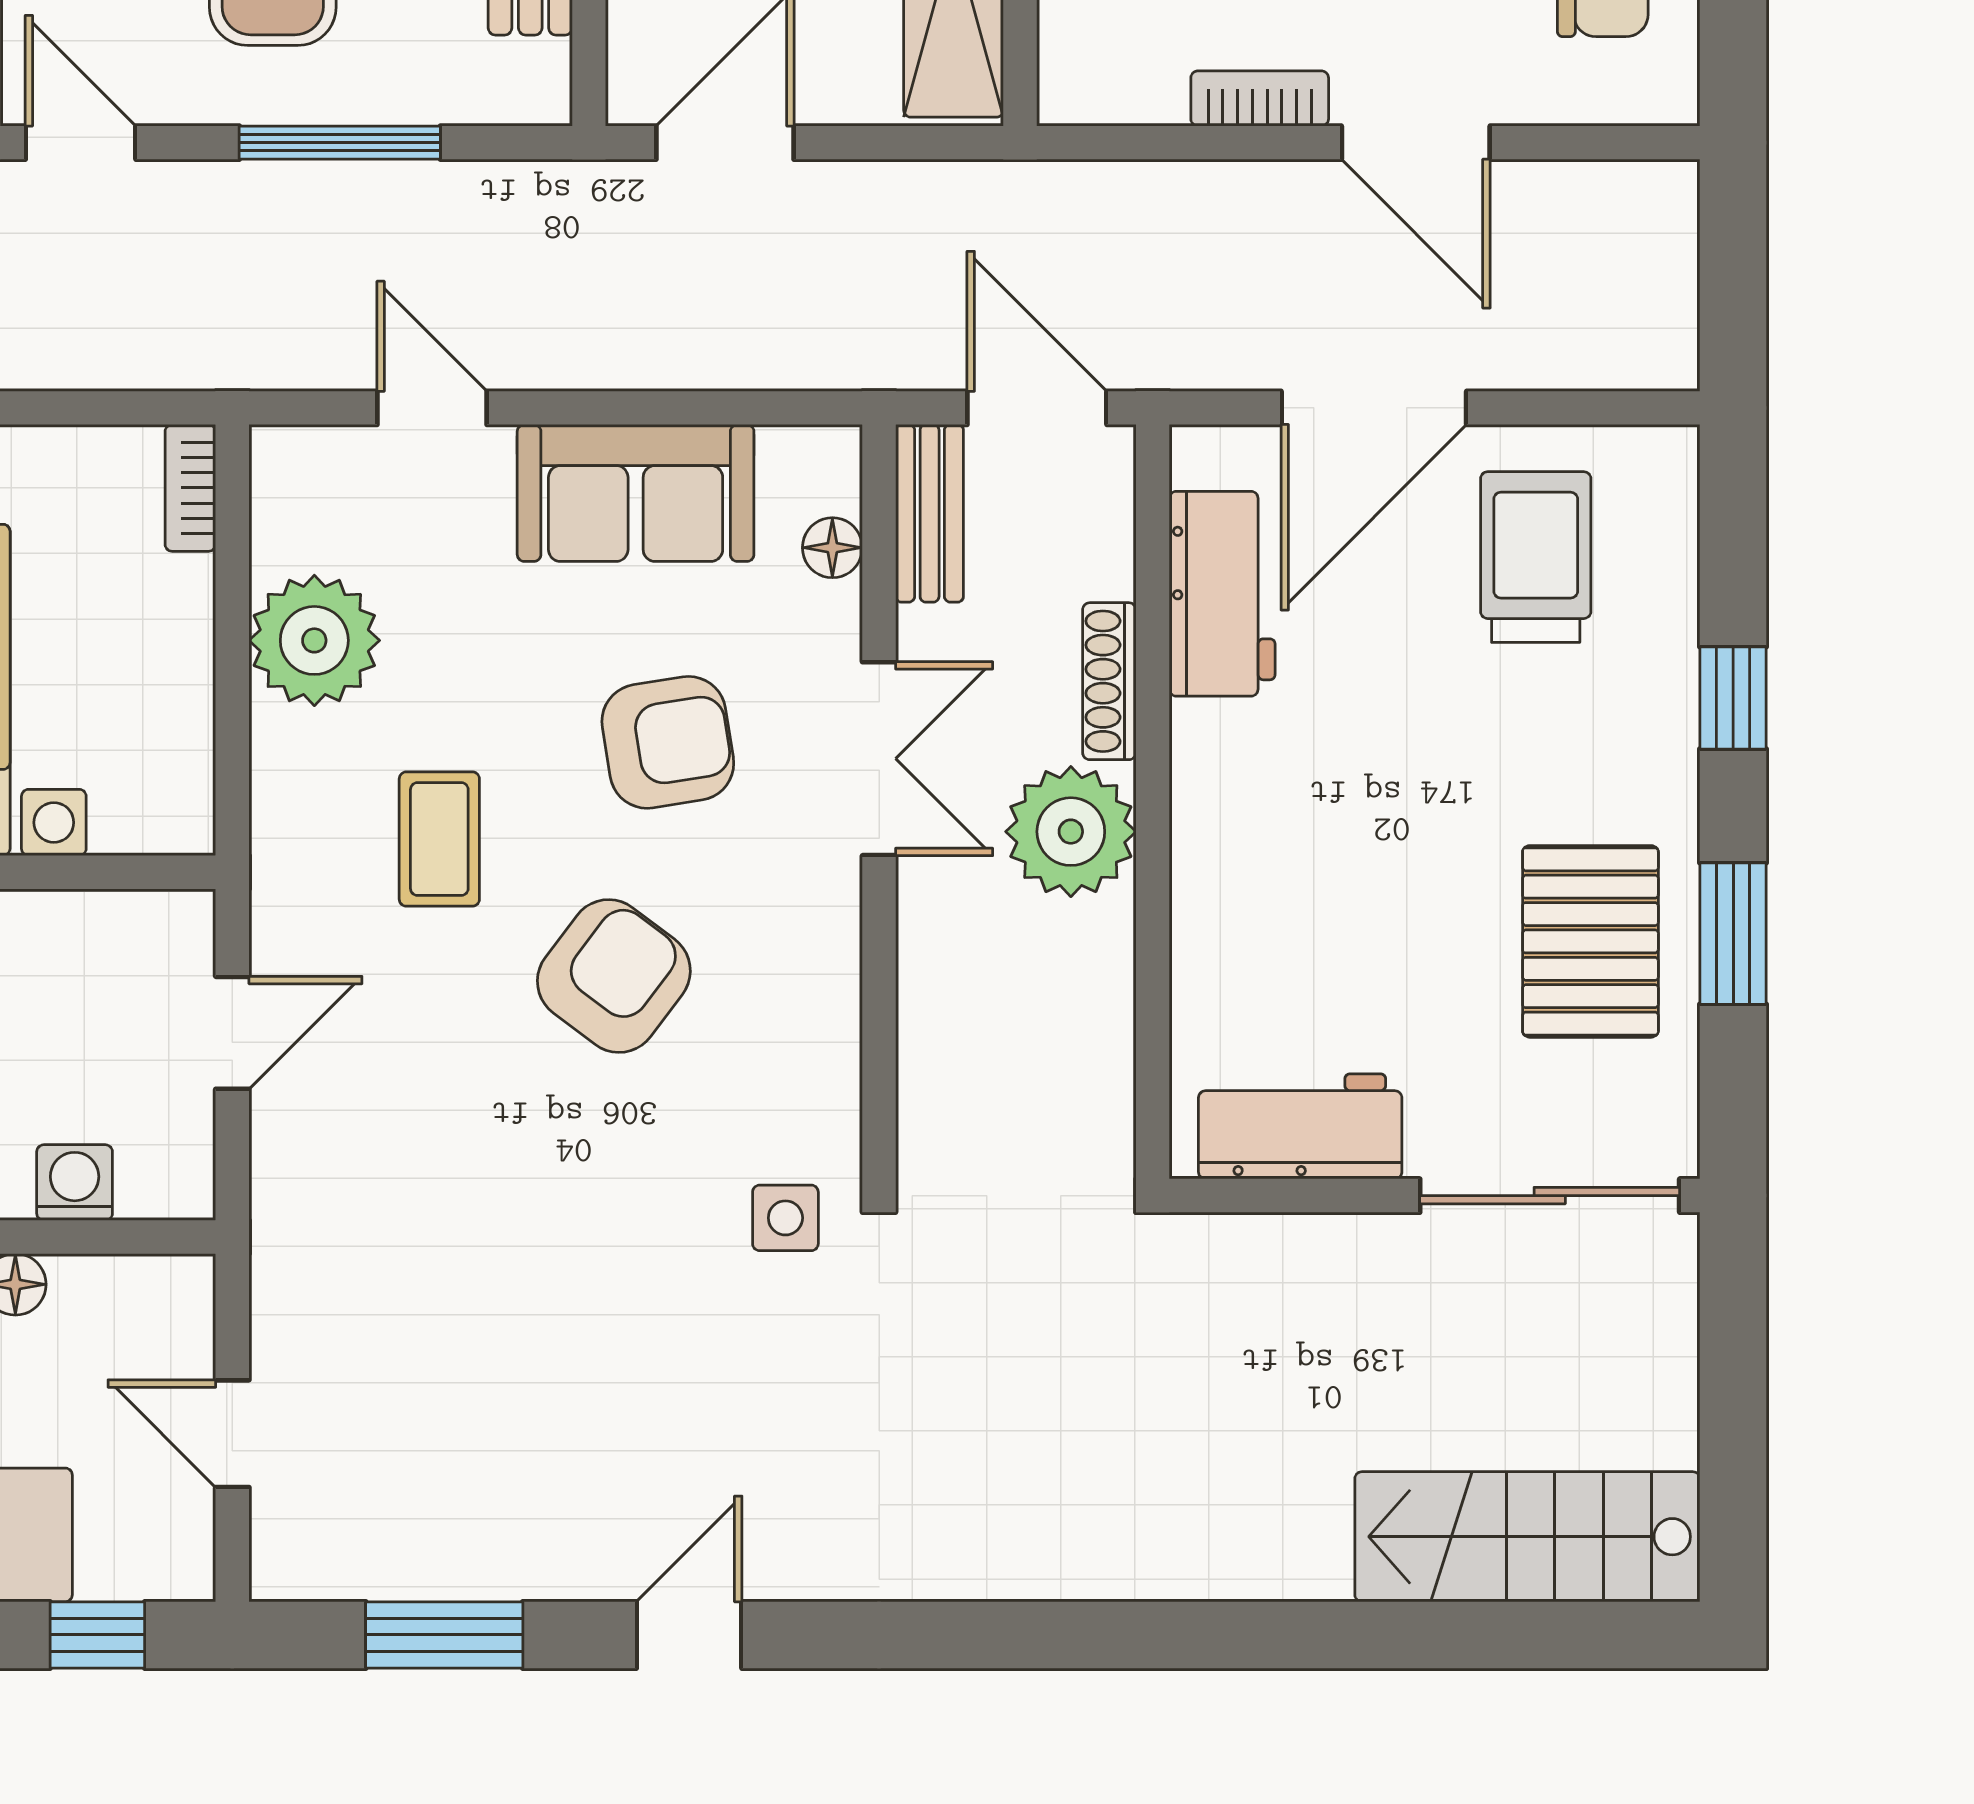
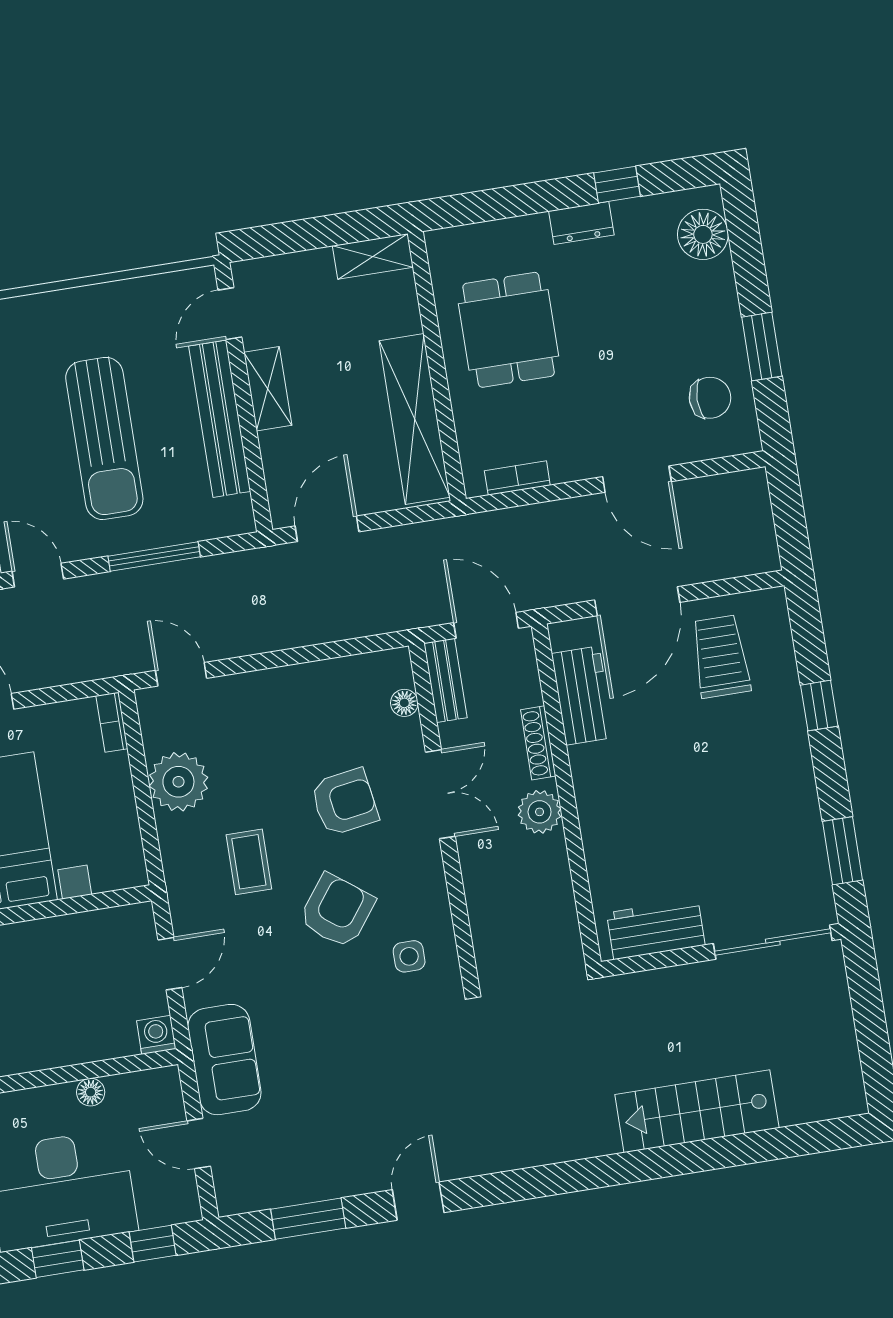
bookcase: (1260, 98) -> (517, 478), moved
door: (432, 408) -> (181, 674), moved
sofa: (636, 493) -> (224, 1060), moved, turned -90
plant: (1071, 832) -> (540, 812), width x0.73, depth x0.73
window: (1733, 934) -> (843, 851), moved
pallet: (1590, 941) -> (773, 825), removed
washing machine: (75, 1183) -> (156, 1035), moved
side table: (785, 1218) -> (409, 956), moved
stairs: (1527, 1537) -> (697, 1111), moved

